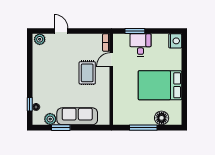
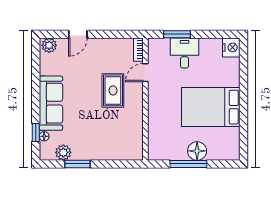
door: (61, 31) -> (78, 34), swing flipped
sofa: (77, 116) -> (51, 103), moved, turned 90
floor lamp: (162, 118) -> (197, 151), moved

